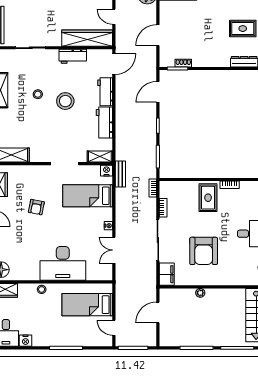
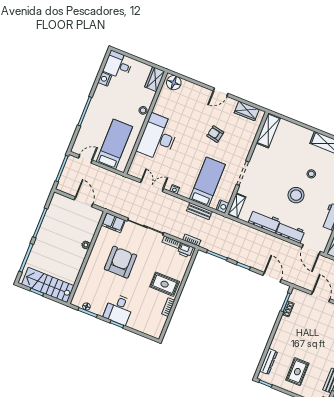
bench: (120, 174) -> (199, 211), moved
printer: (166, 190) -> (185, 250), added
armchair: (204, 251) -> (121, 262), turned 90

